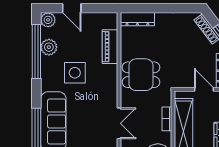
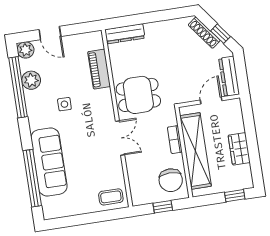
side table: (75, 73) -> (64, 104), width x0.54, depth x0.54
door: (204, 89) -> (211, 100), hinge flipped
double door: (119, 123) -> (120, 138), moved

